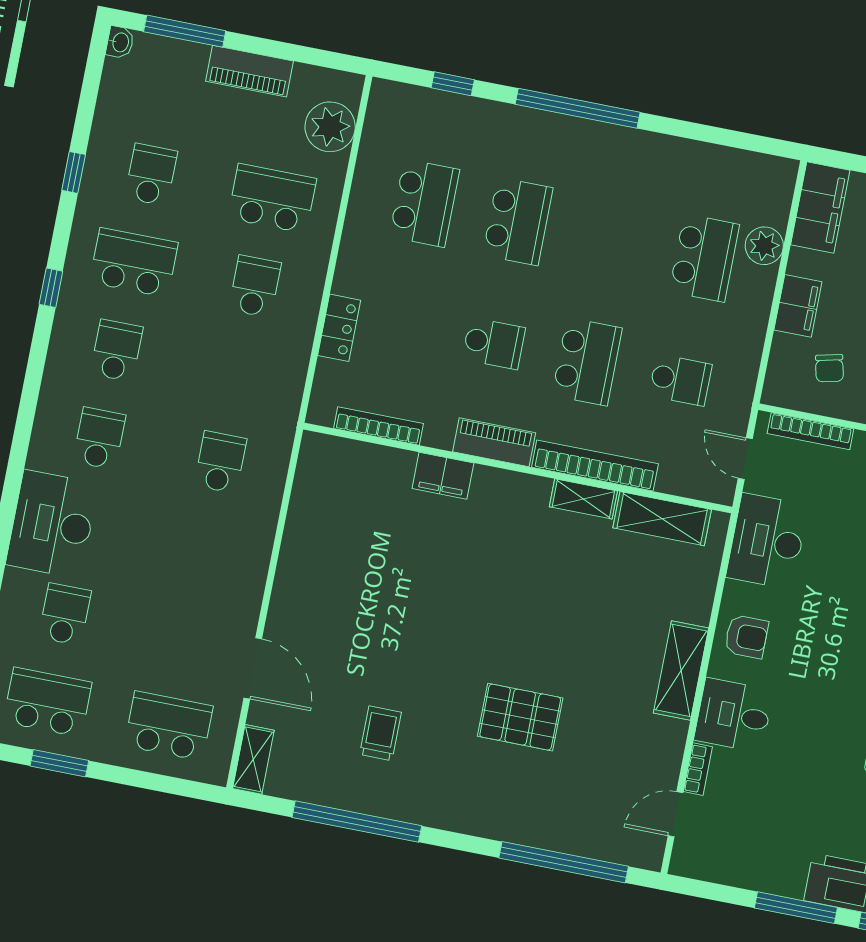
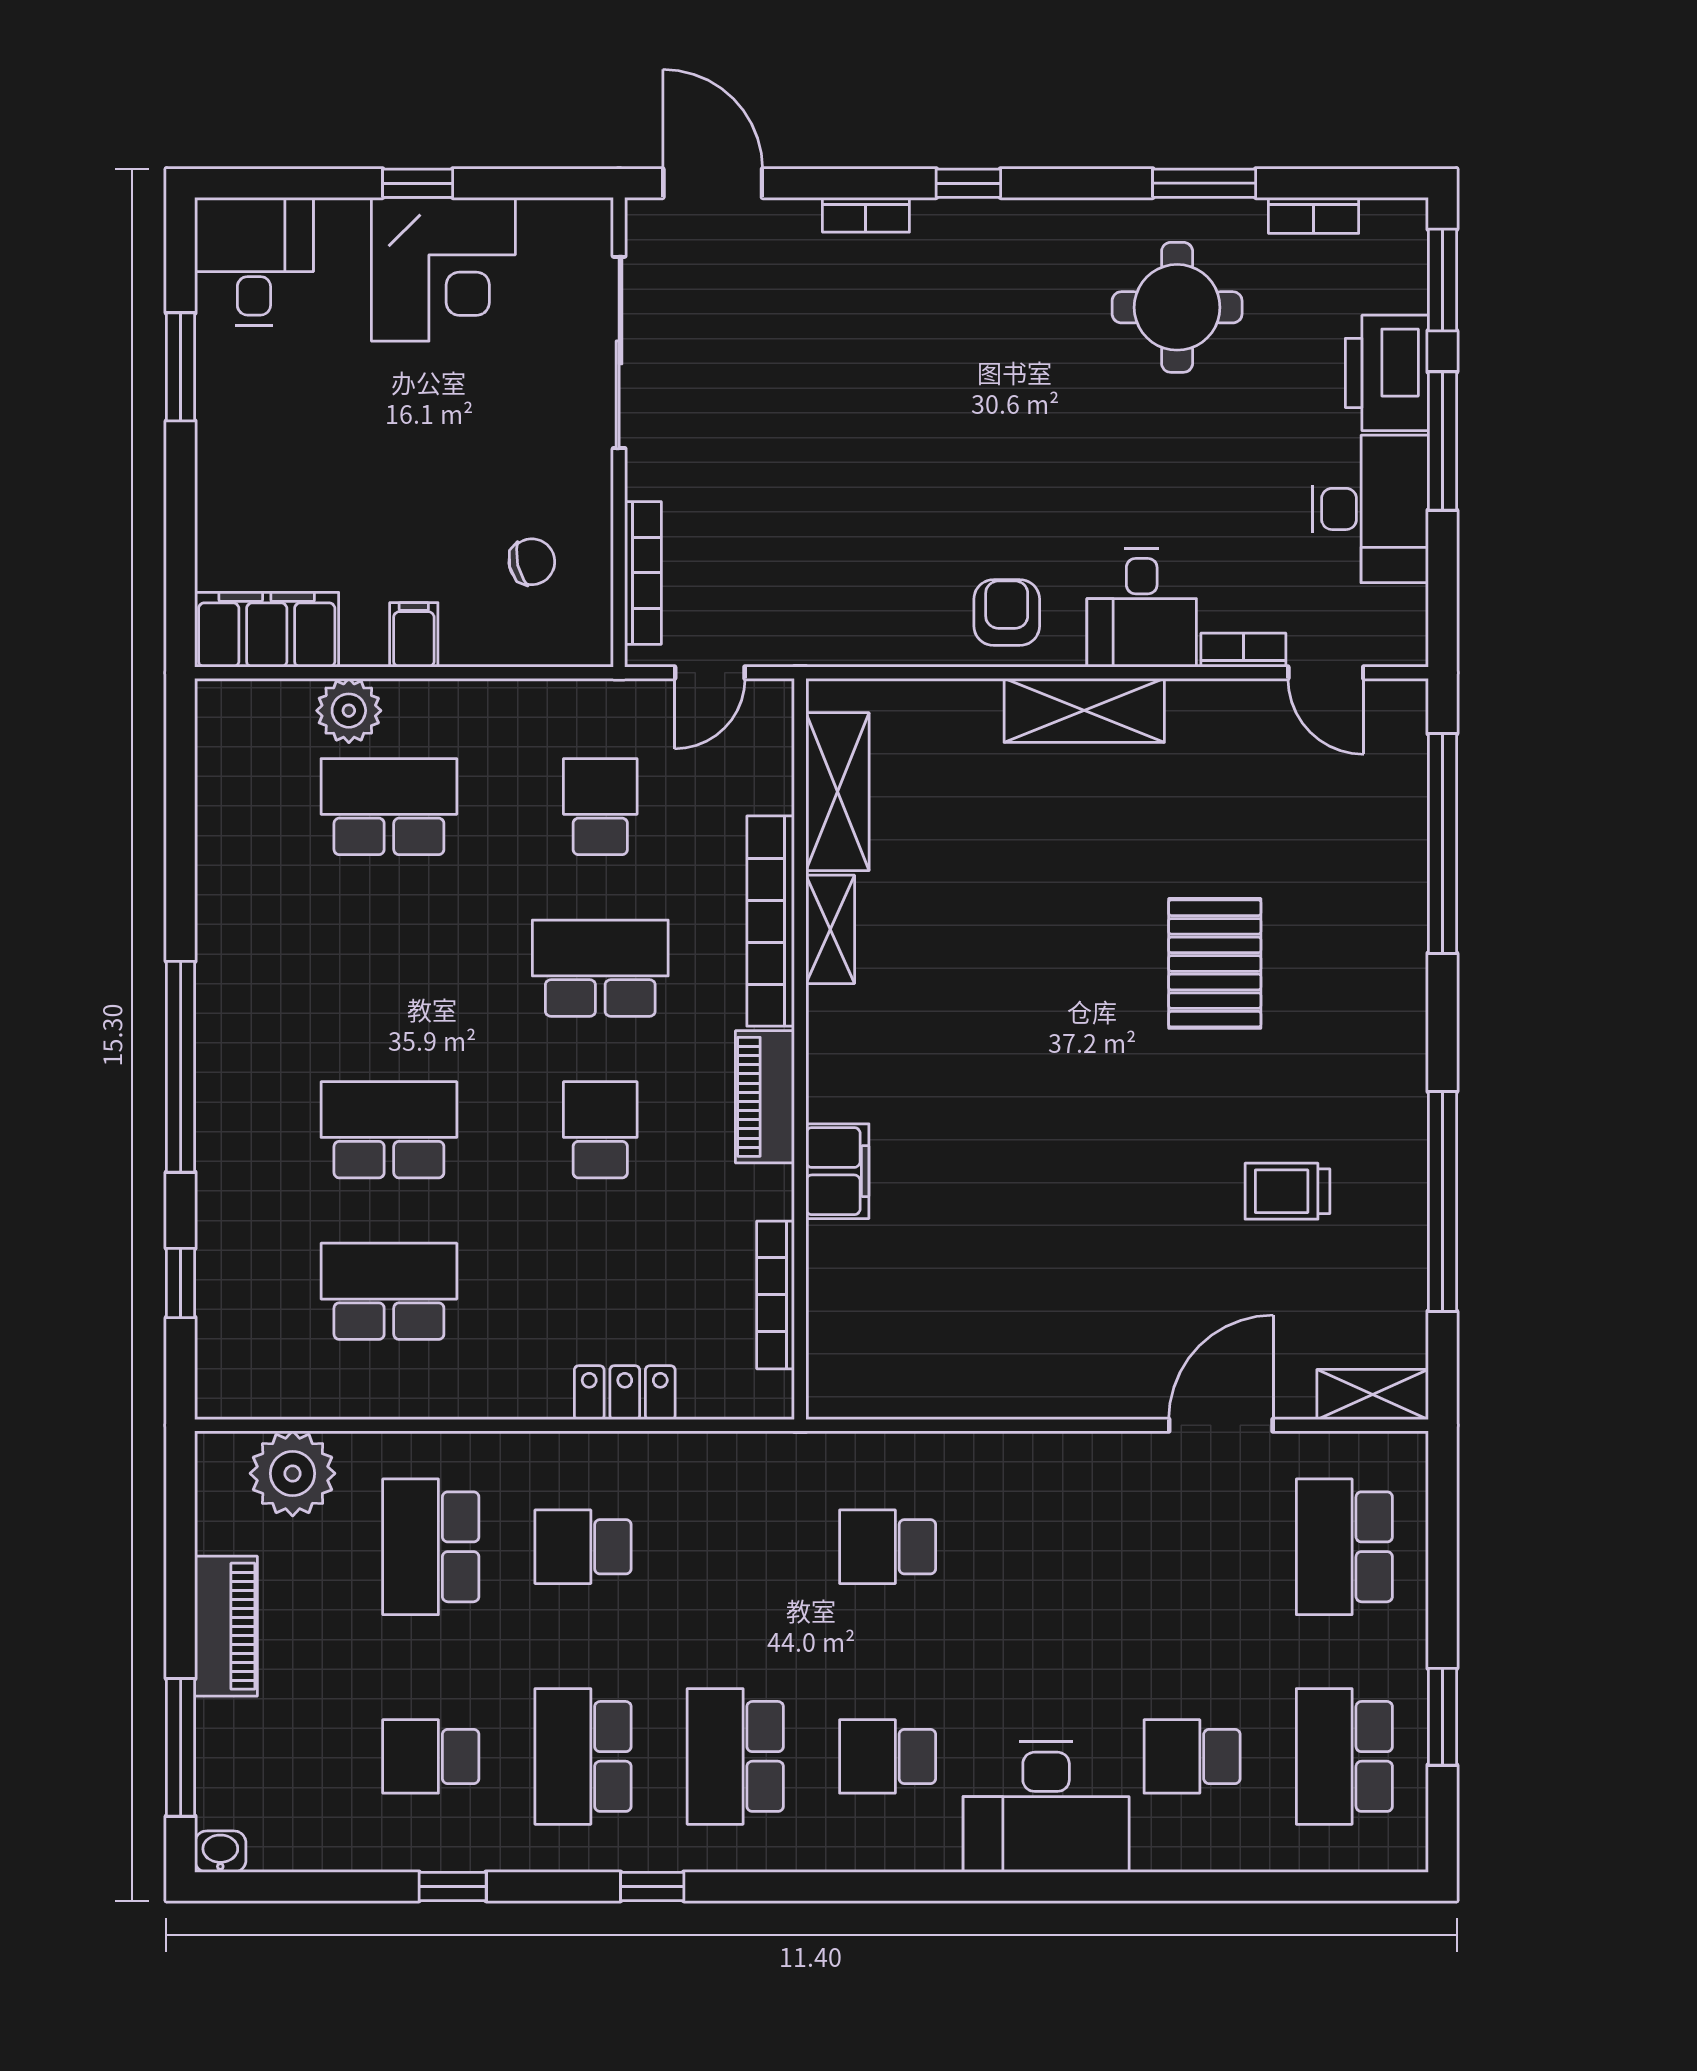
filing cabinet: (798, 306) -> (414, 635), width x0.50
school desk: (117, 350) -> (735, 1756), width x1.85
desk: (767, 541) -> (1370, 509), moved, turned -90

